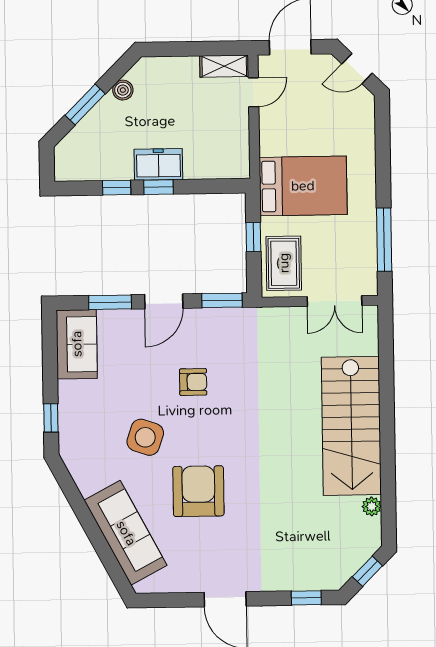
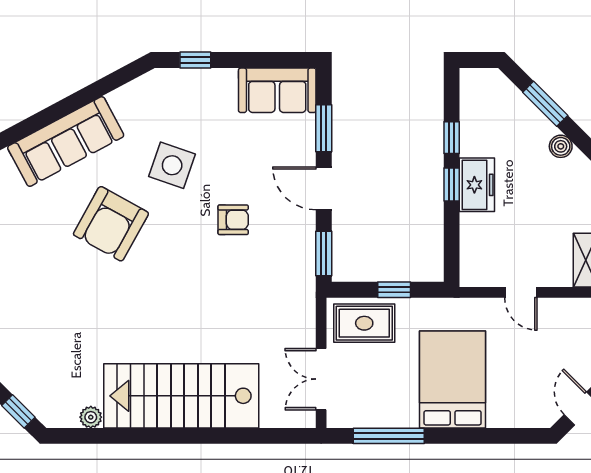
door: (253, 92) -> (521, 292), moved
bed: (303, 186) -> (453, 379), moved, turned 180
armchair: (193, 382) -> (233, 220), turned -90
armchair: (198, 491) -> (111, 224), turned 119

